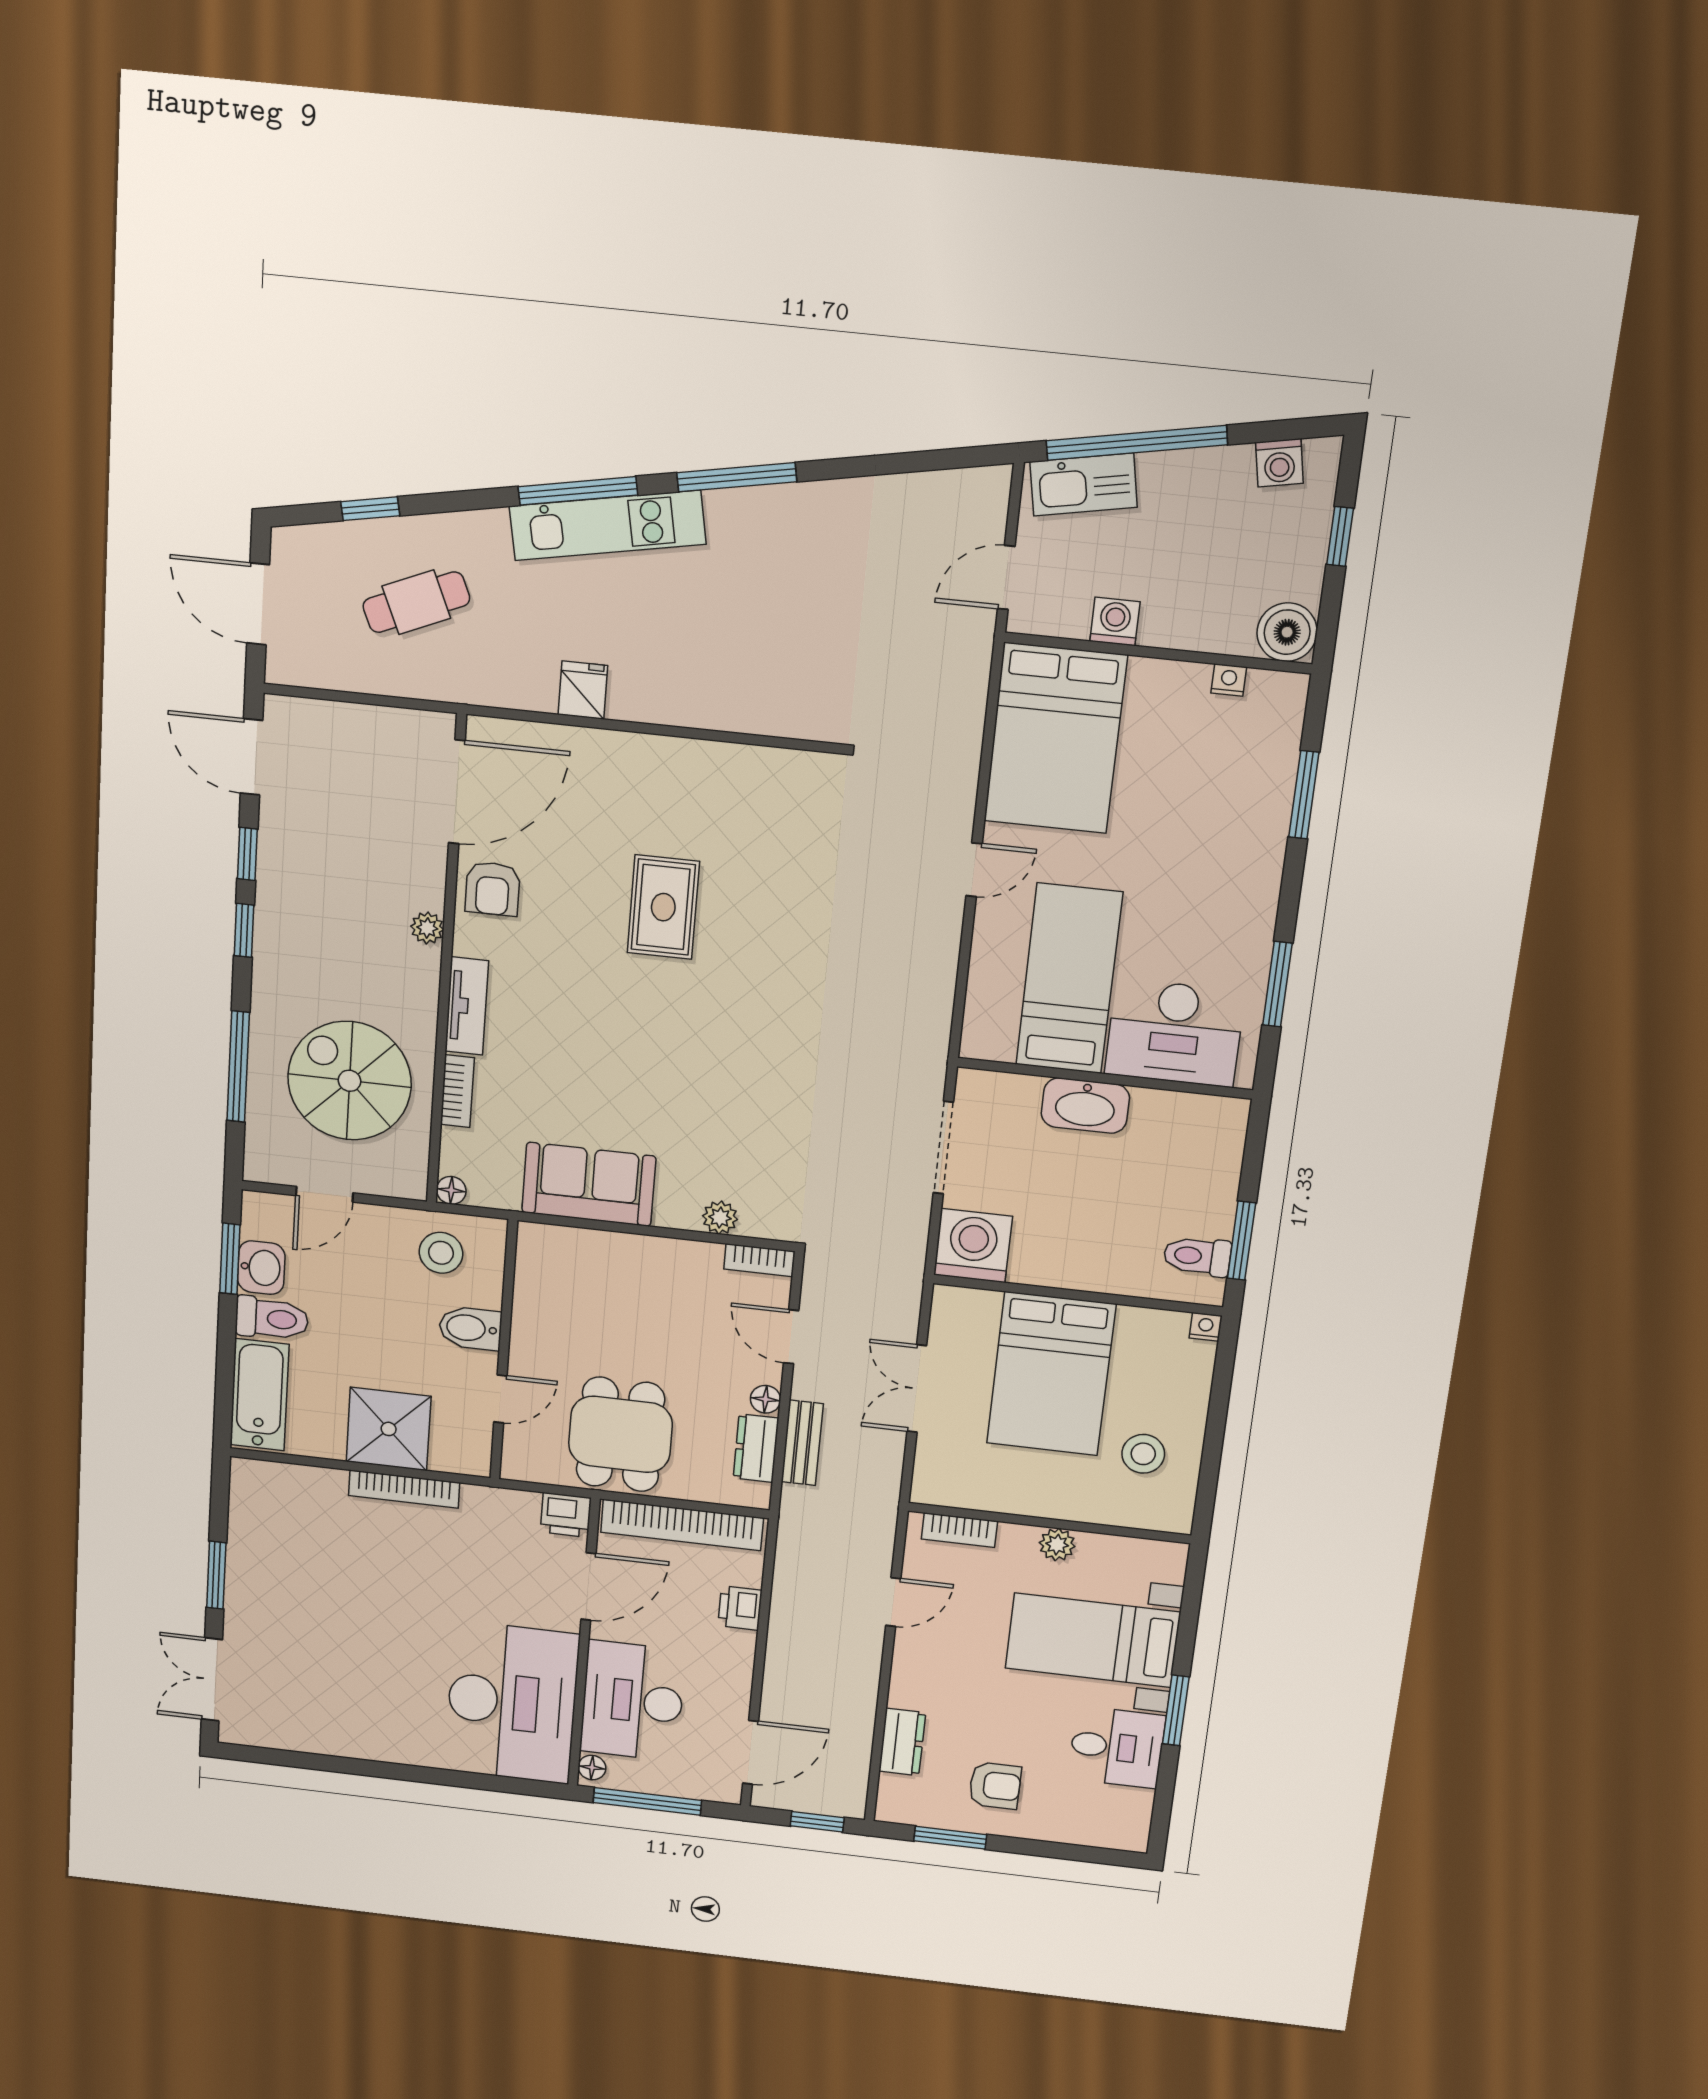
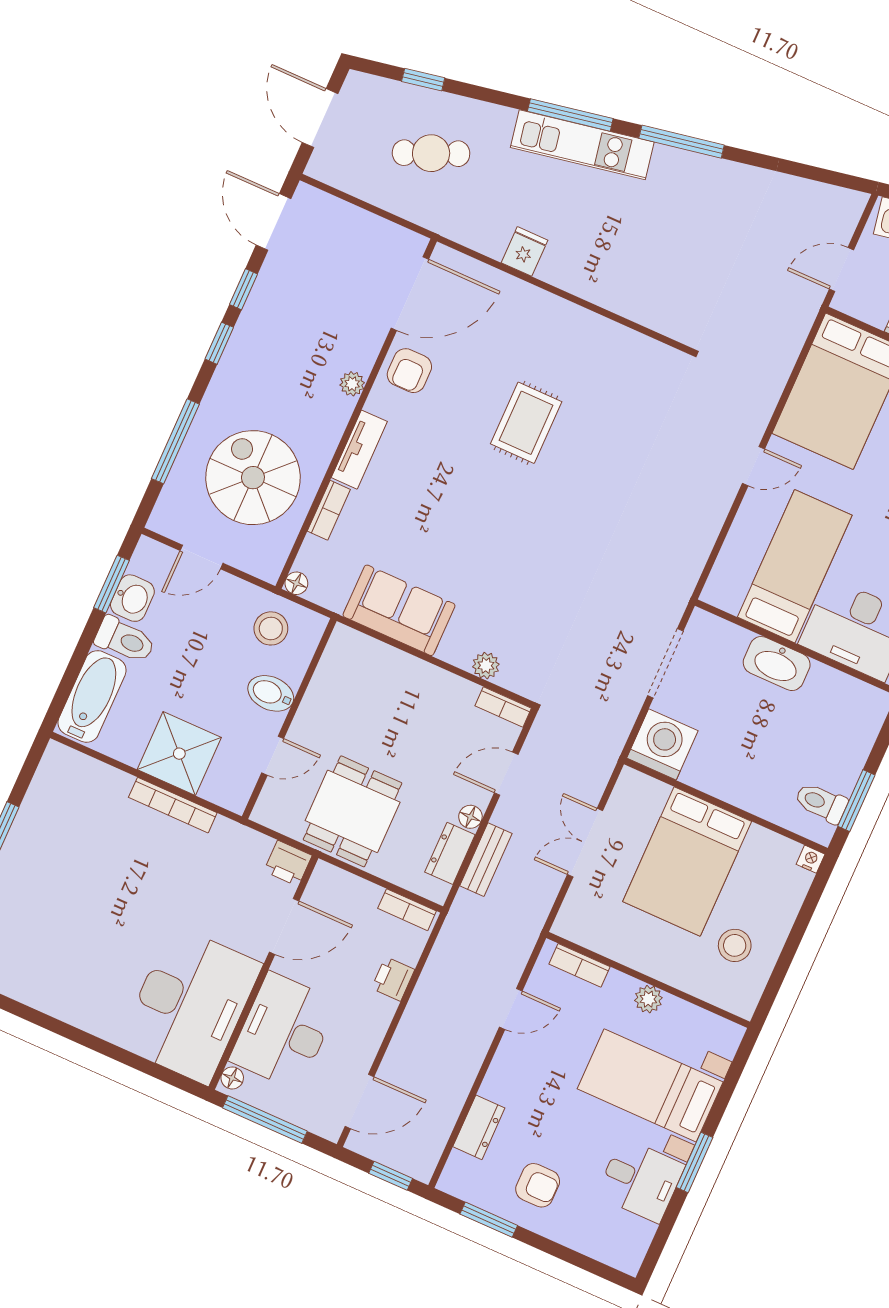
door: (791, 1337) -> (506, 774), hinge flipped
bookcase: (682, 1525) -> (407, 910), width x0.43, depth x0.76

